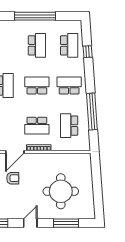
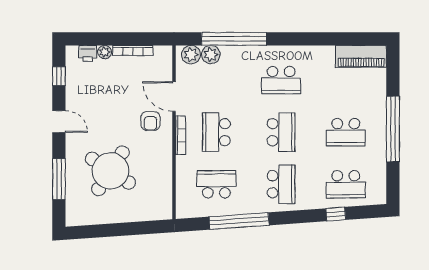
armchair: (13, 178) -> (150, 121), moved
round table: (61, 191) -> (110, 171), turned 33

